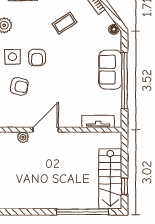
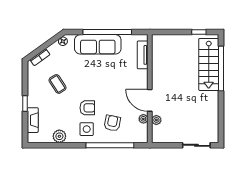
sofa: (110, 70) -> (98, 44), width x1.36
plant: (24, 122) -> (143, 119), added
stairs: (110, 179) -> (209, 64), moved, turned 90

